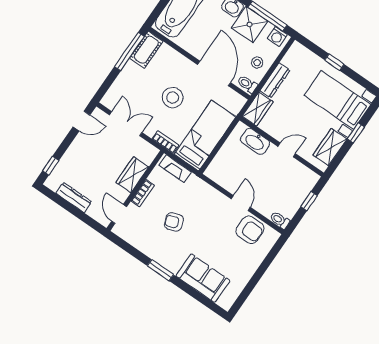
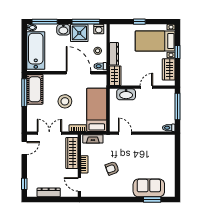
cot: (146, 50) -> (35, 89), width x1.37, depth x1.34
wardrobe: (132, 175) -> (72, 153), width x1.50
window: (309, 201) -> (178, 106), width x2.17
door: (241, 203) -> (125, 133), moved
armchair: (250, 230) -> (156, 144), removed
window: (160, 270) -> (152, 199), moved

